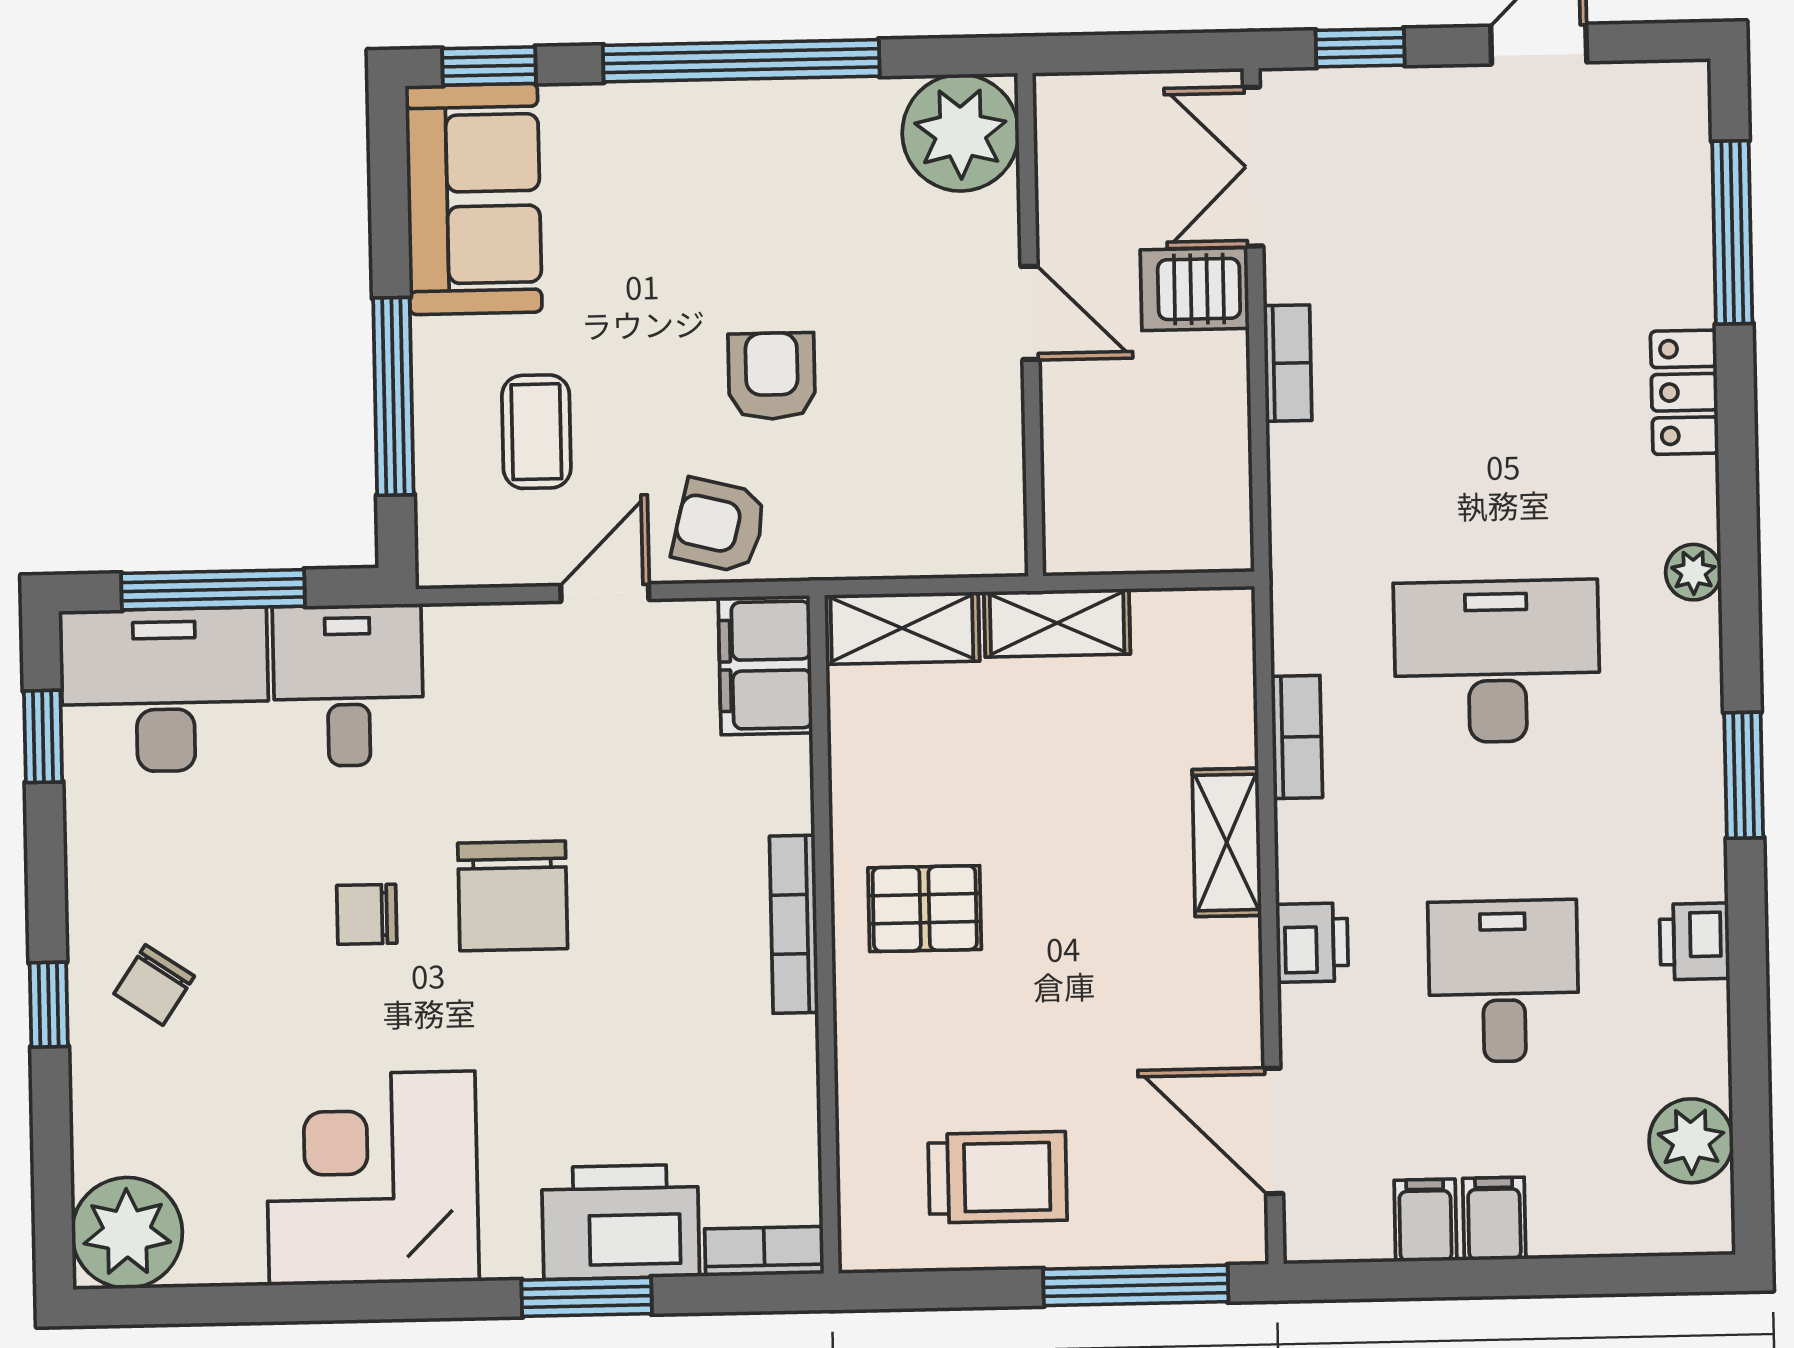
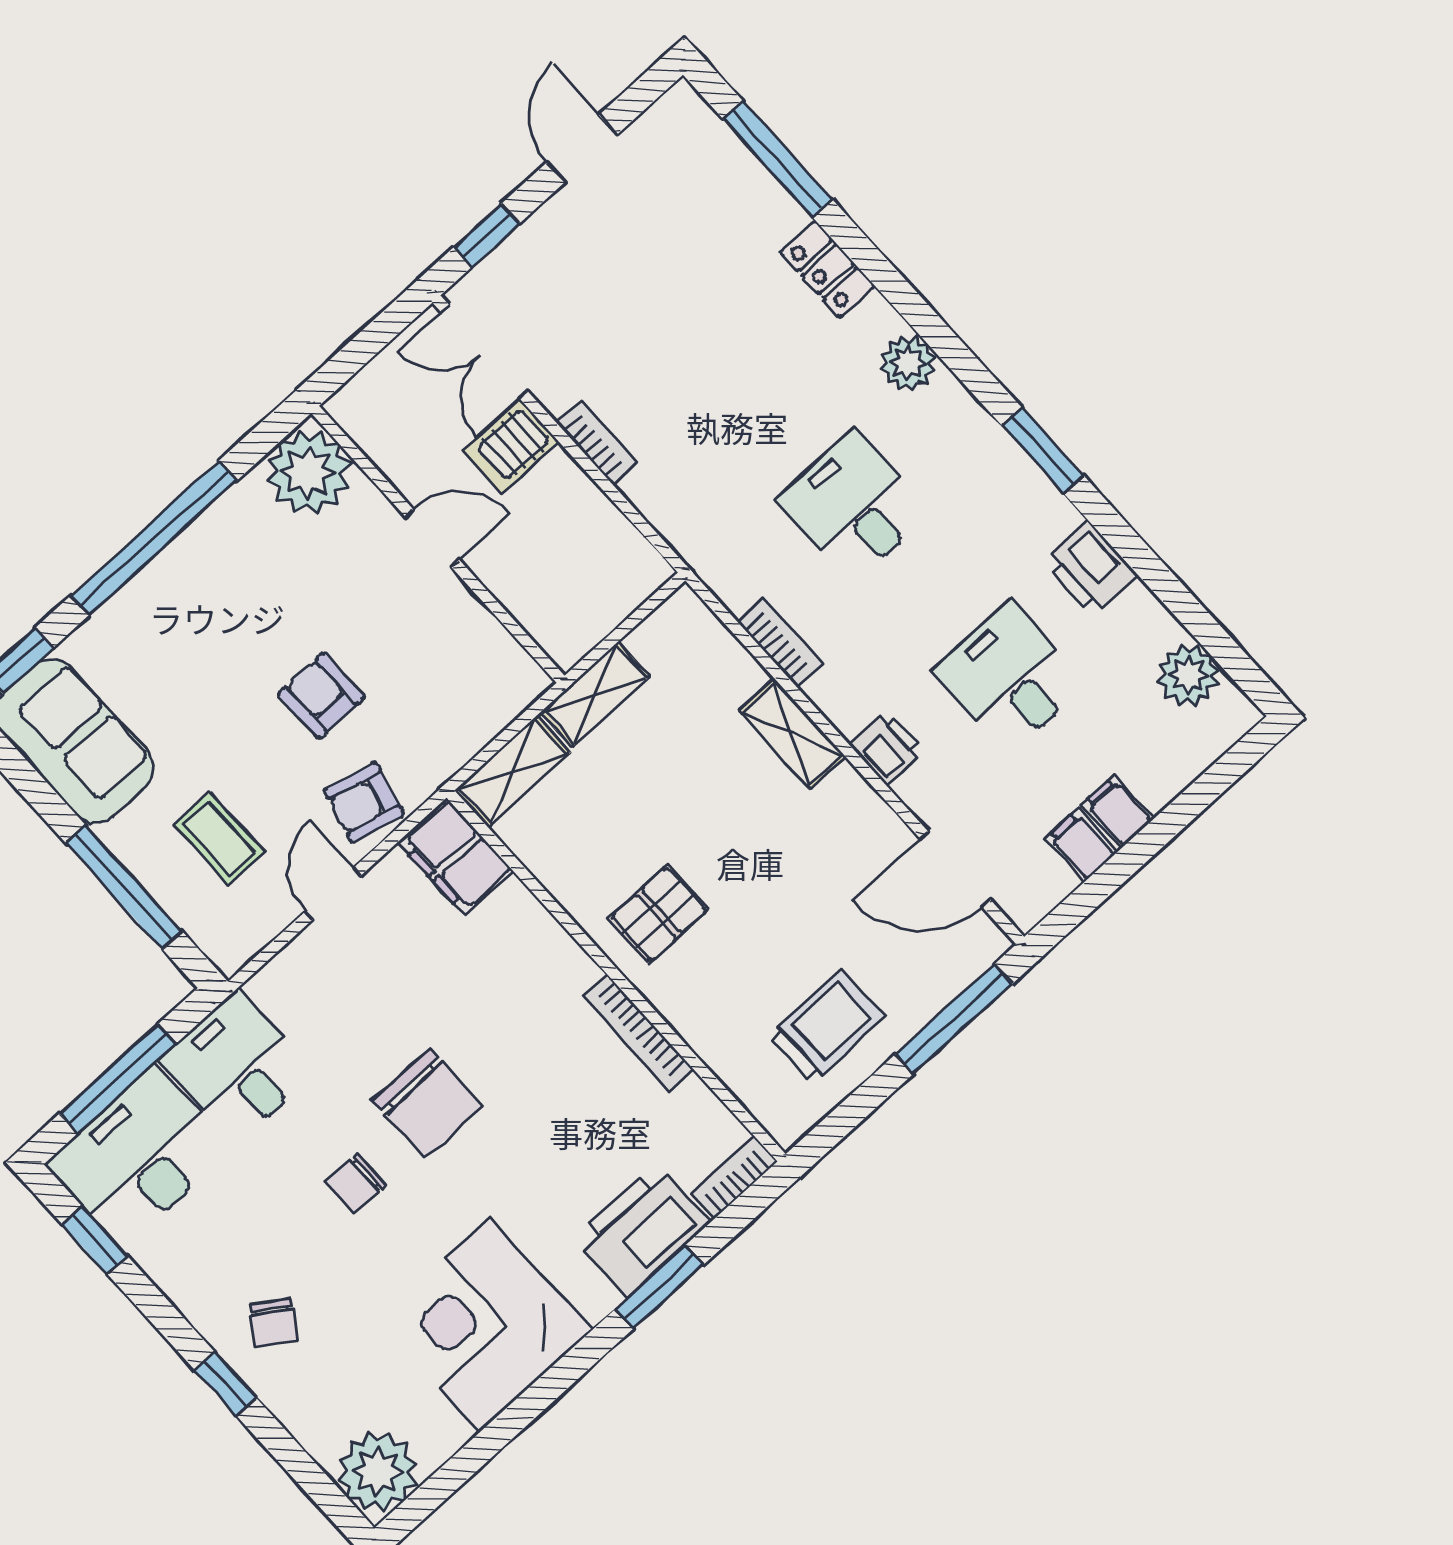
plant: (1693, 572) -> (908, 363), width x1.38, depth x1.38
desk: (1497, 661) -> (854, 506), width x0.73
bookcase: (794, 924) -> (638, 1032), moved
printer: (1695, 941) -> (1091, 569), width x1.36, depth x1.24

